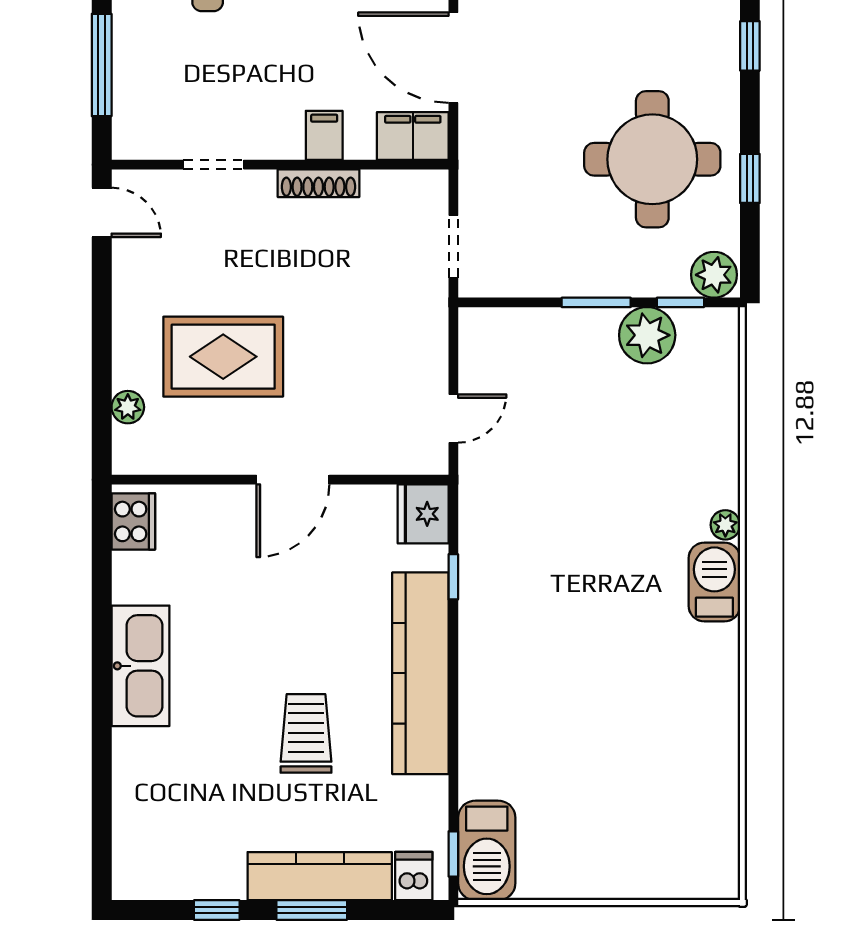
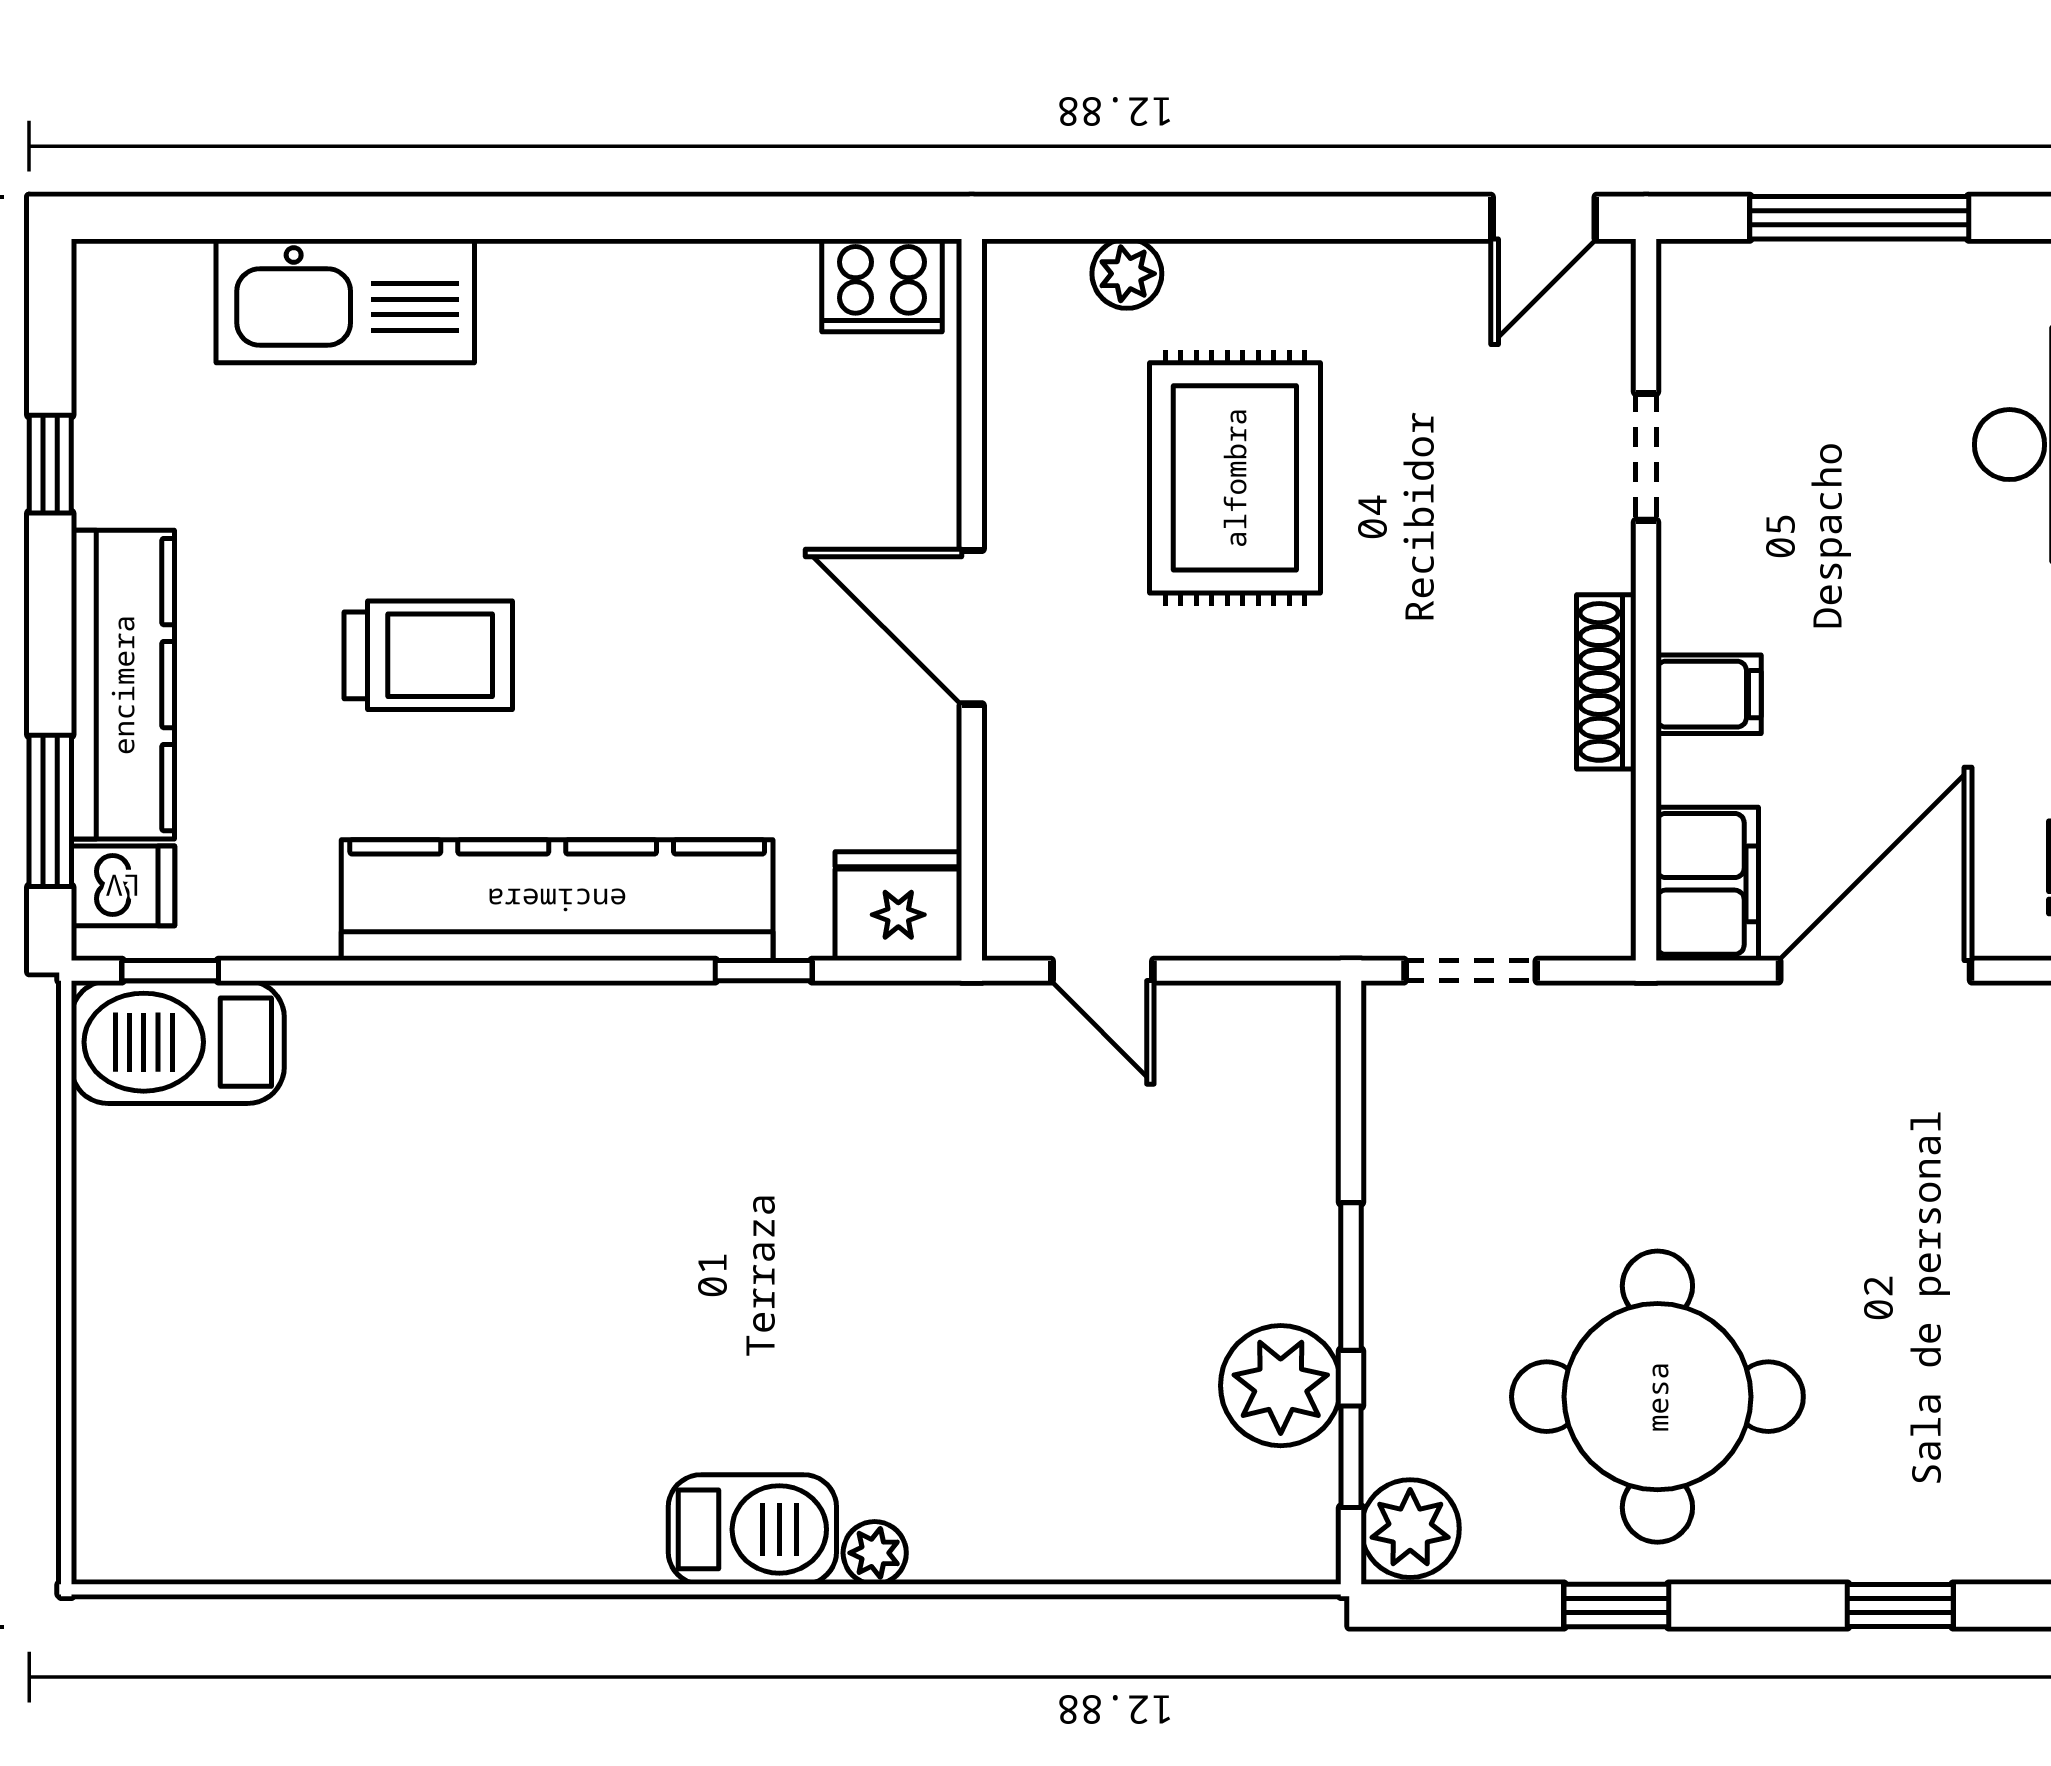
kitchen sink: (140, 666) -> (345, 301), moved
window: (312, 910) -> (50, 811), moved

